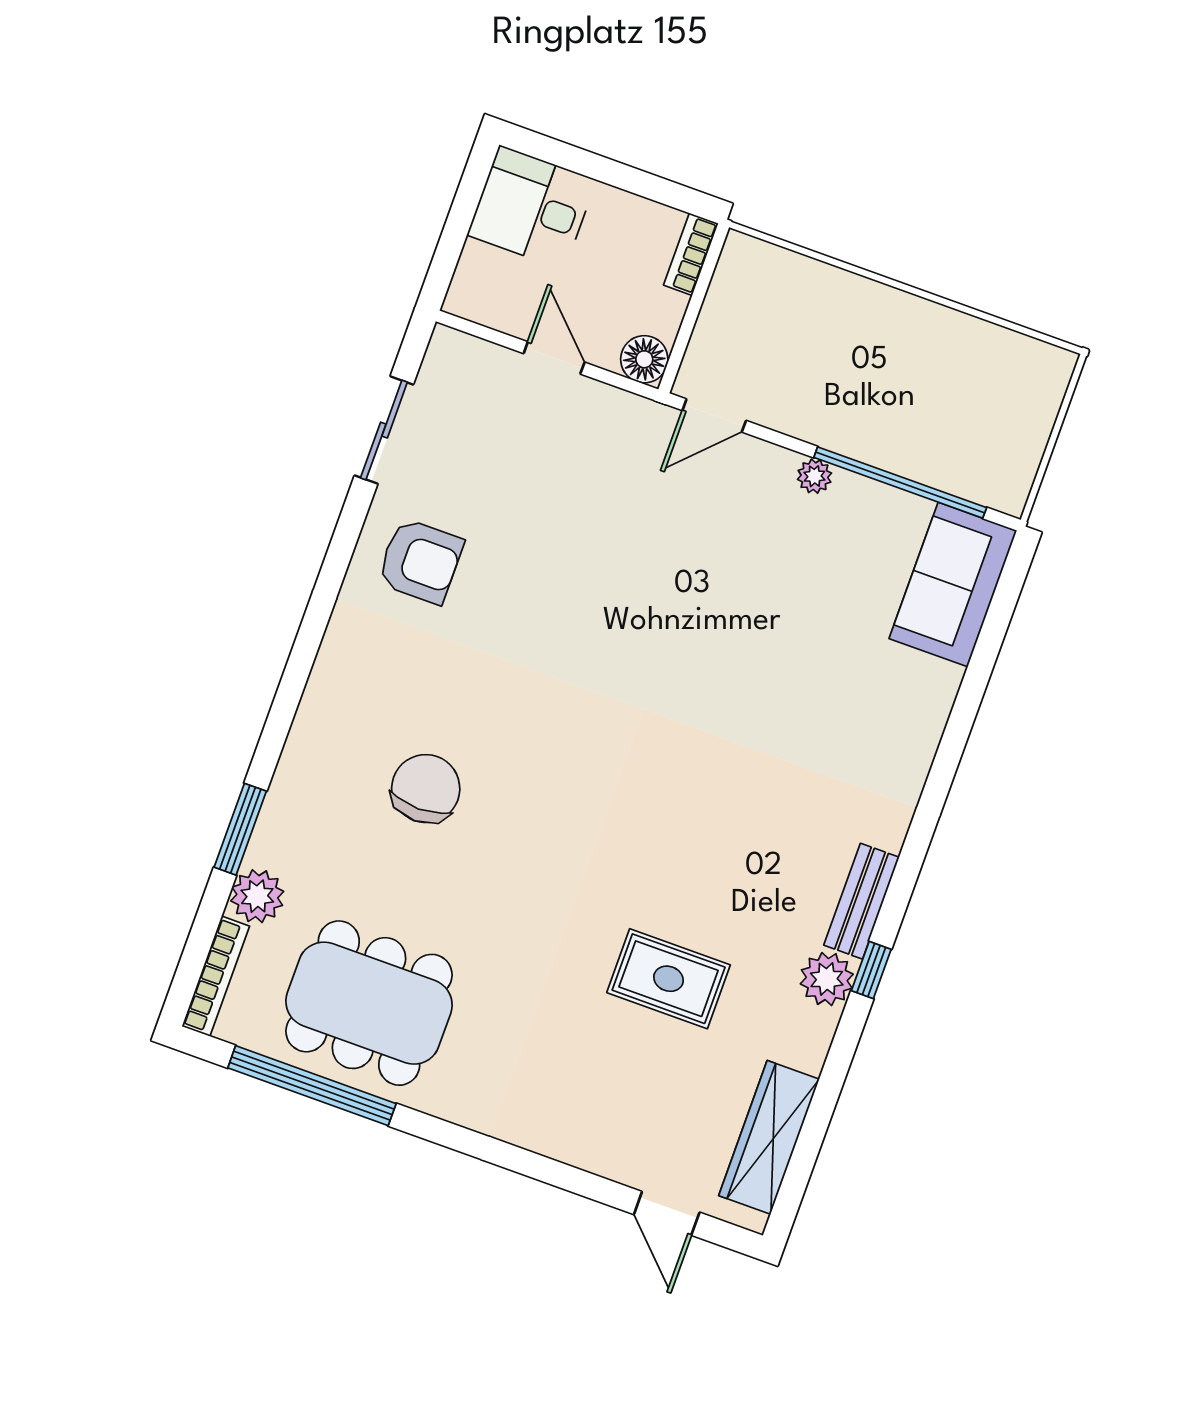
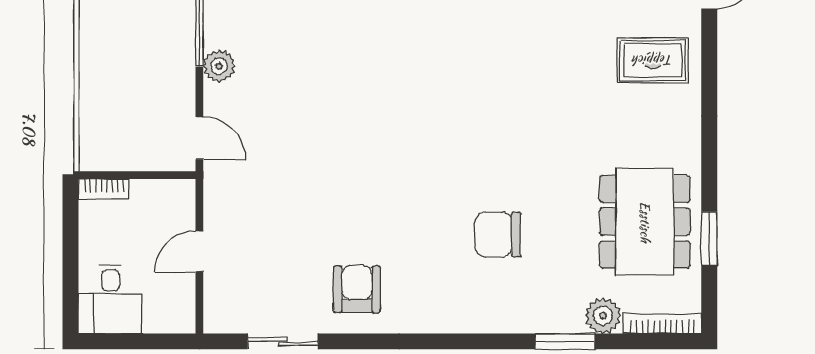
floor lamp: (644, 359) -> (180, 194), removed
plant: (814, 476) -> (219, 66), width x1.38, depth x1.38
rug: (669, 979) -> (653, 60), moved, turned 90
window: (312, 1086) -> (709, 239), width x0.47

